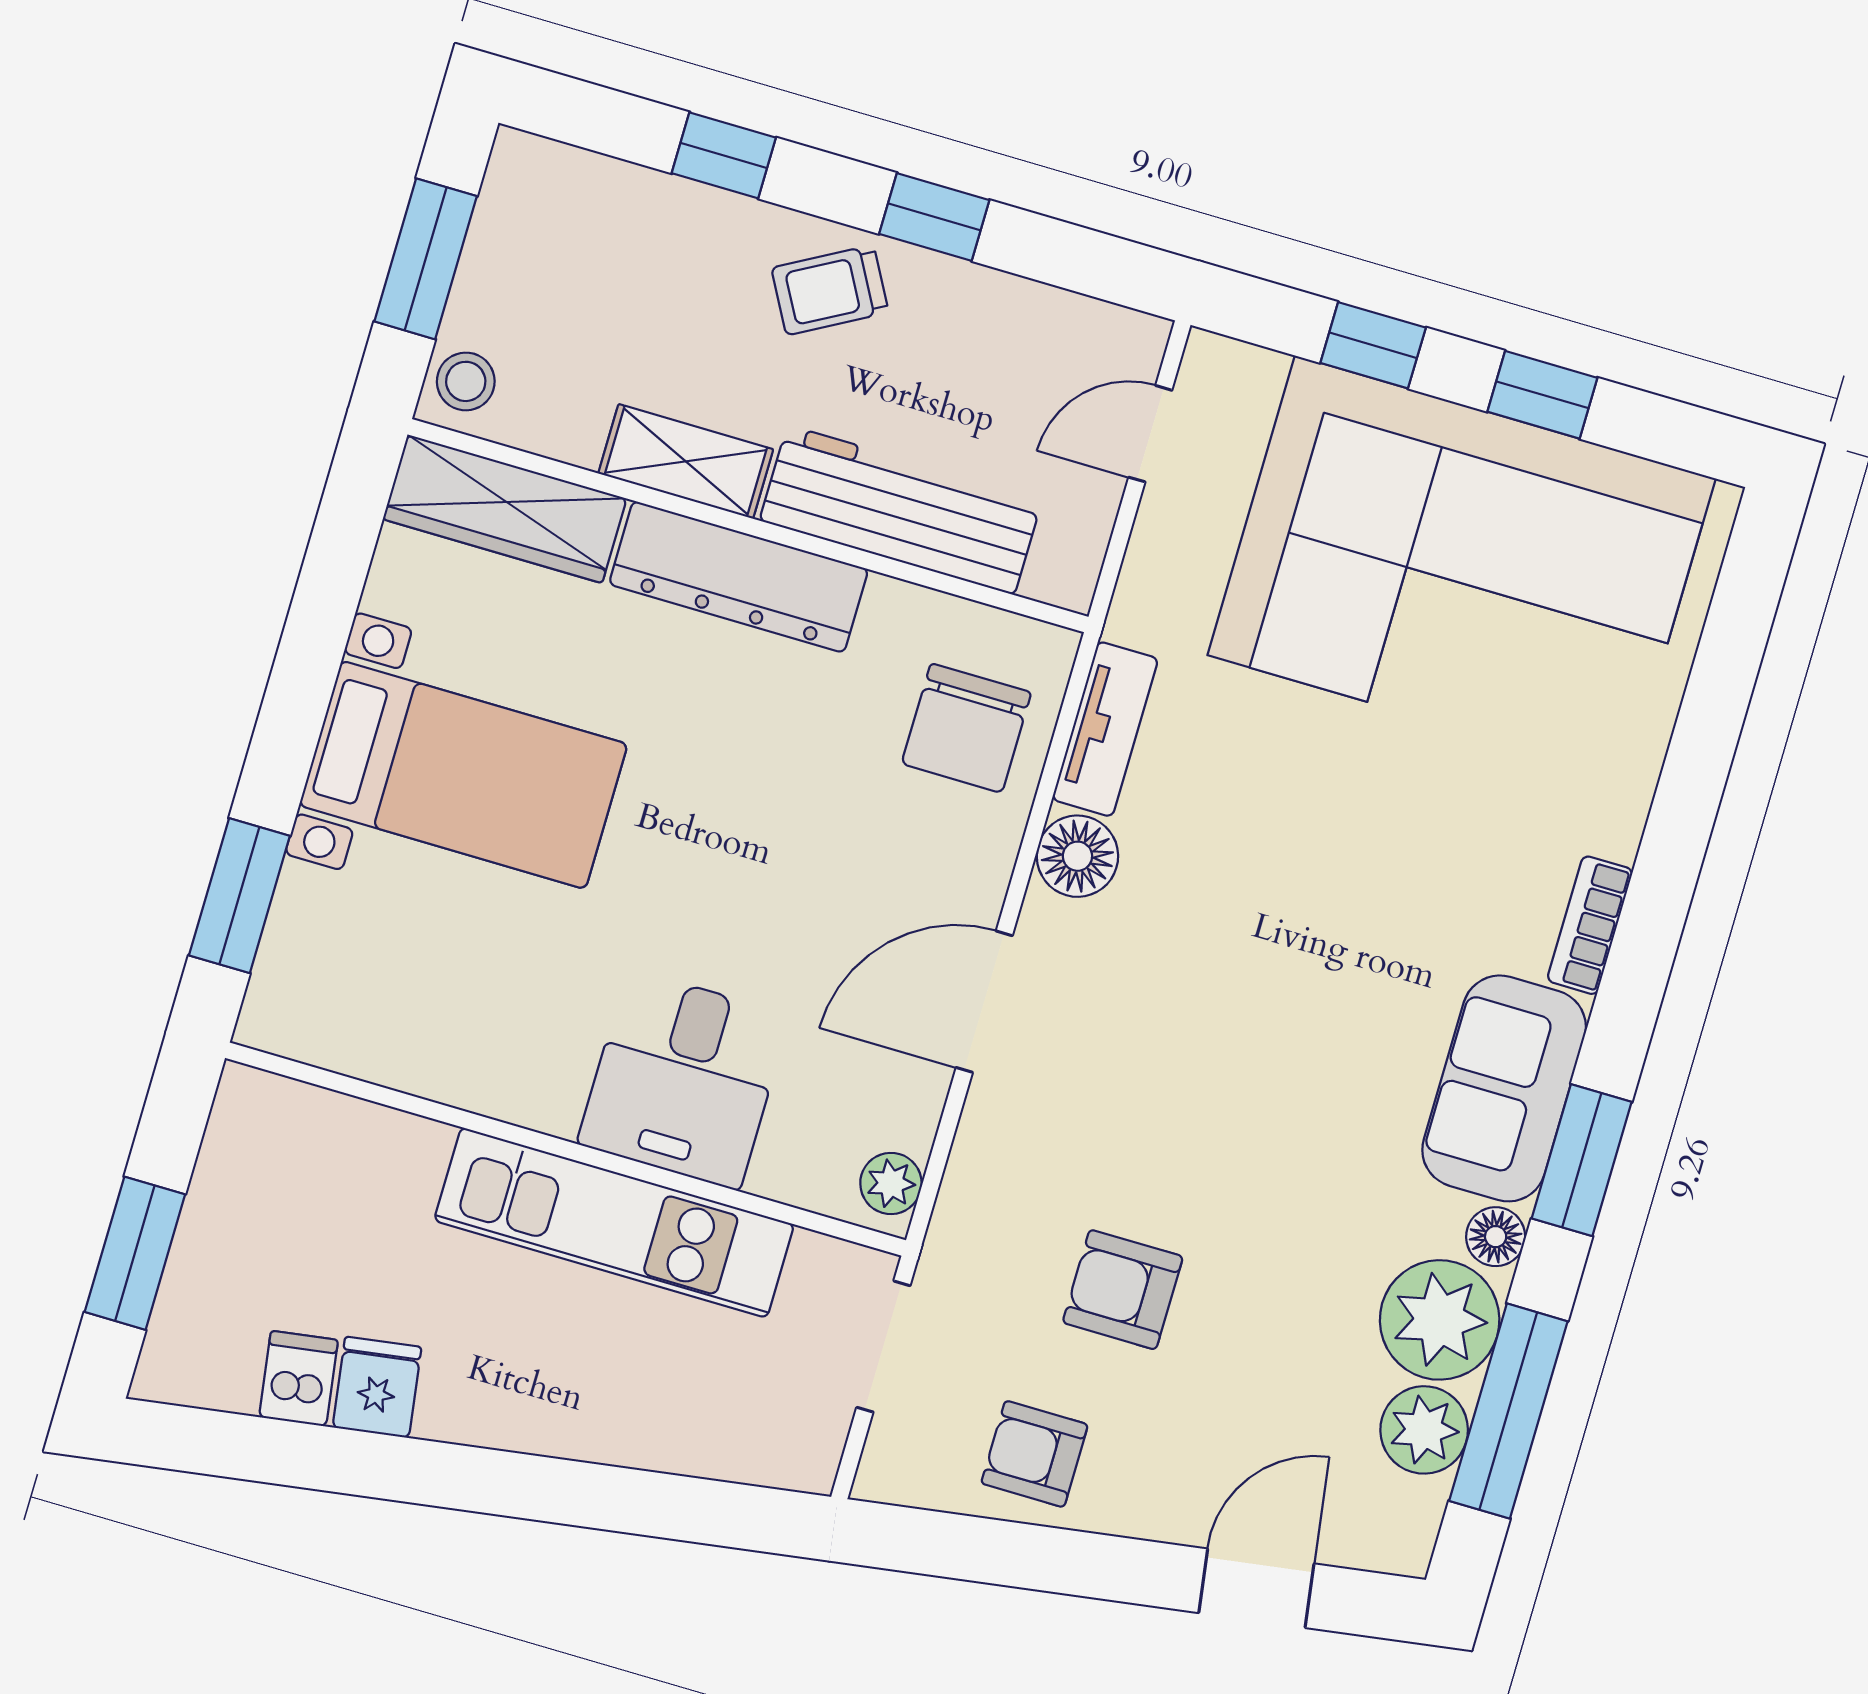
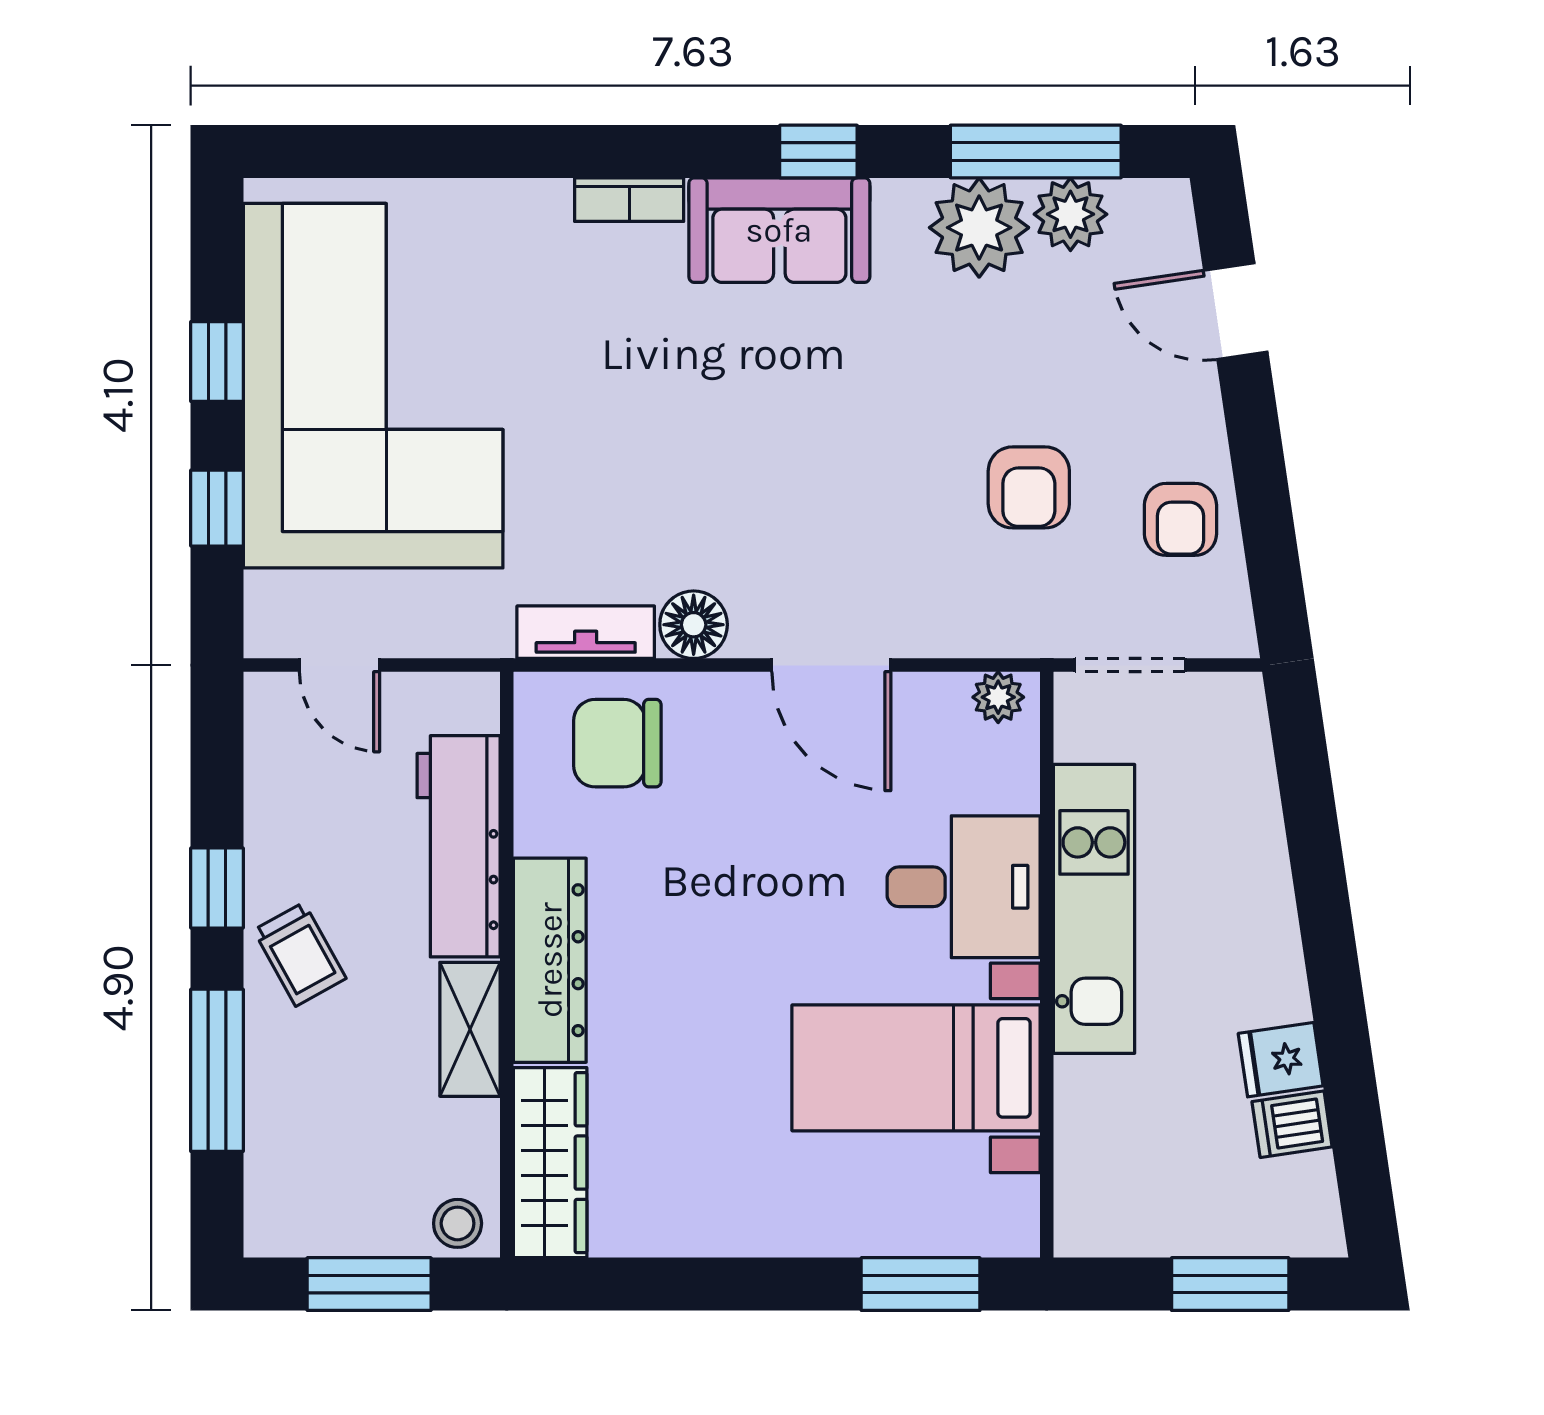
window: (724, 155) -> (217, 1070), width x2.17
chair: (966, 728) -> (617, 743), turned 180
bed with nightstands: (463, 775) -> (916, 1068), moved, turned -90
window: (1582, 1160) -> (818, 151), width x0.67
floor lamp: (1496, 1237) -> (900, 202), removed

